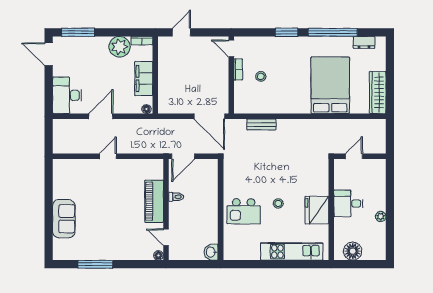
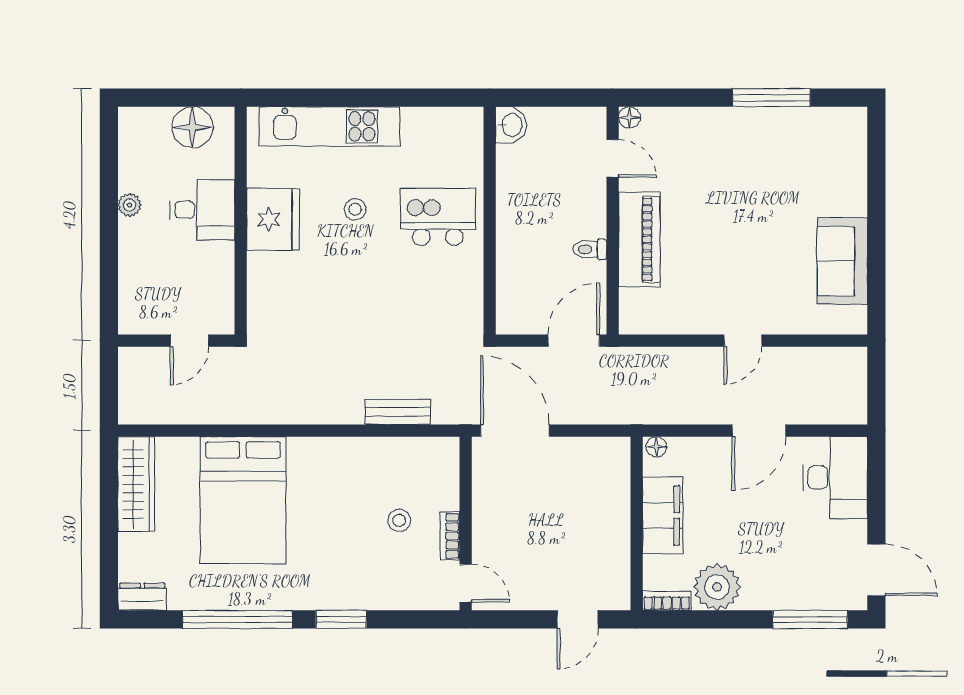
dresser: (364, 42) -> (142, 597), moved
stool: (278, 203) -> (355, 209), moved
desk: (348, 203) -> (202, 210), moved
sofa: (64, 219) -> (842, 261), moved

